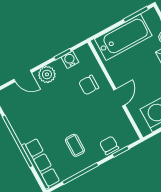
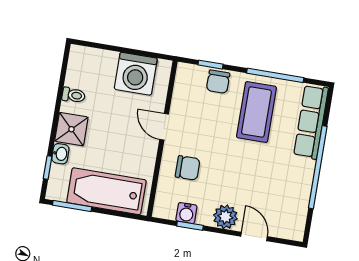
door: (119, 97) -> (164, 127), hinge flipped
coffee table: (75, 145) -> (256, 112), width x1.86, depth x1.72

